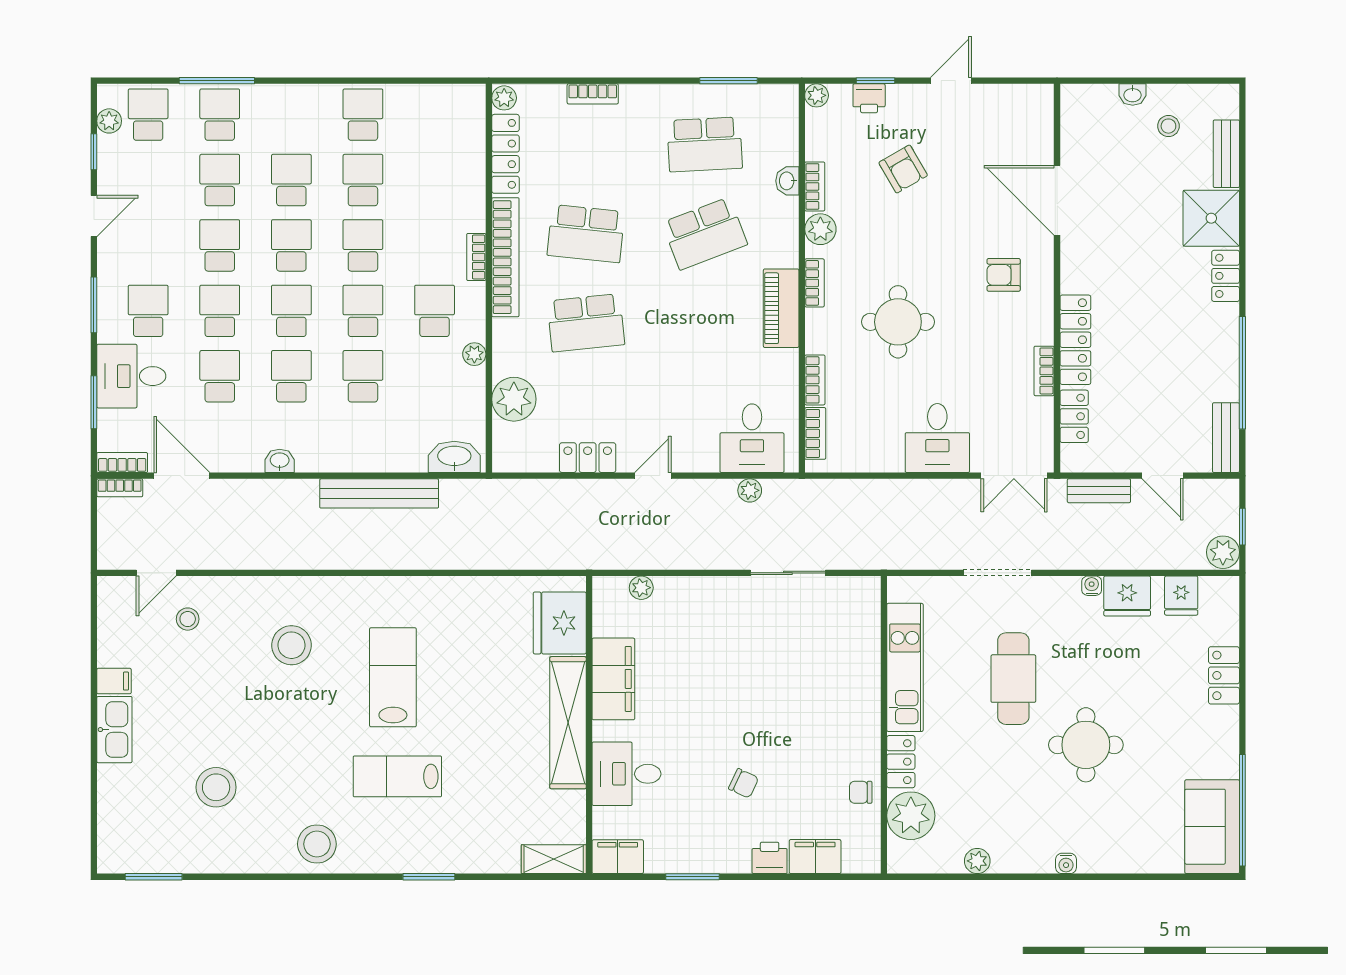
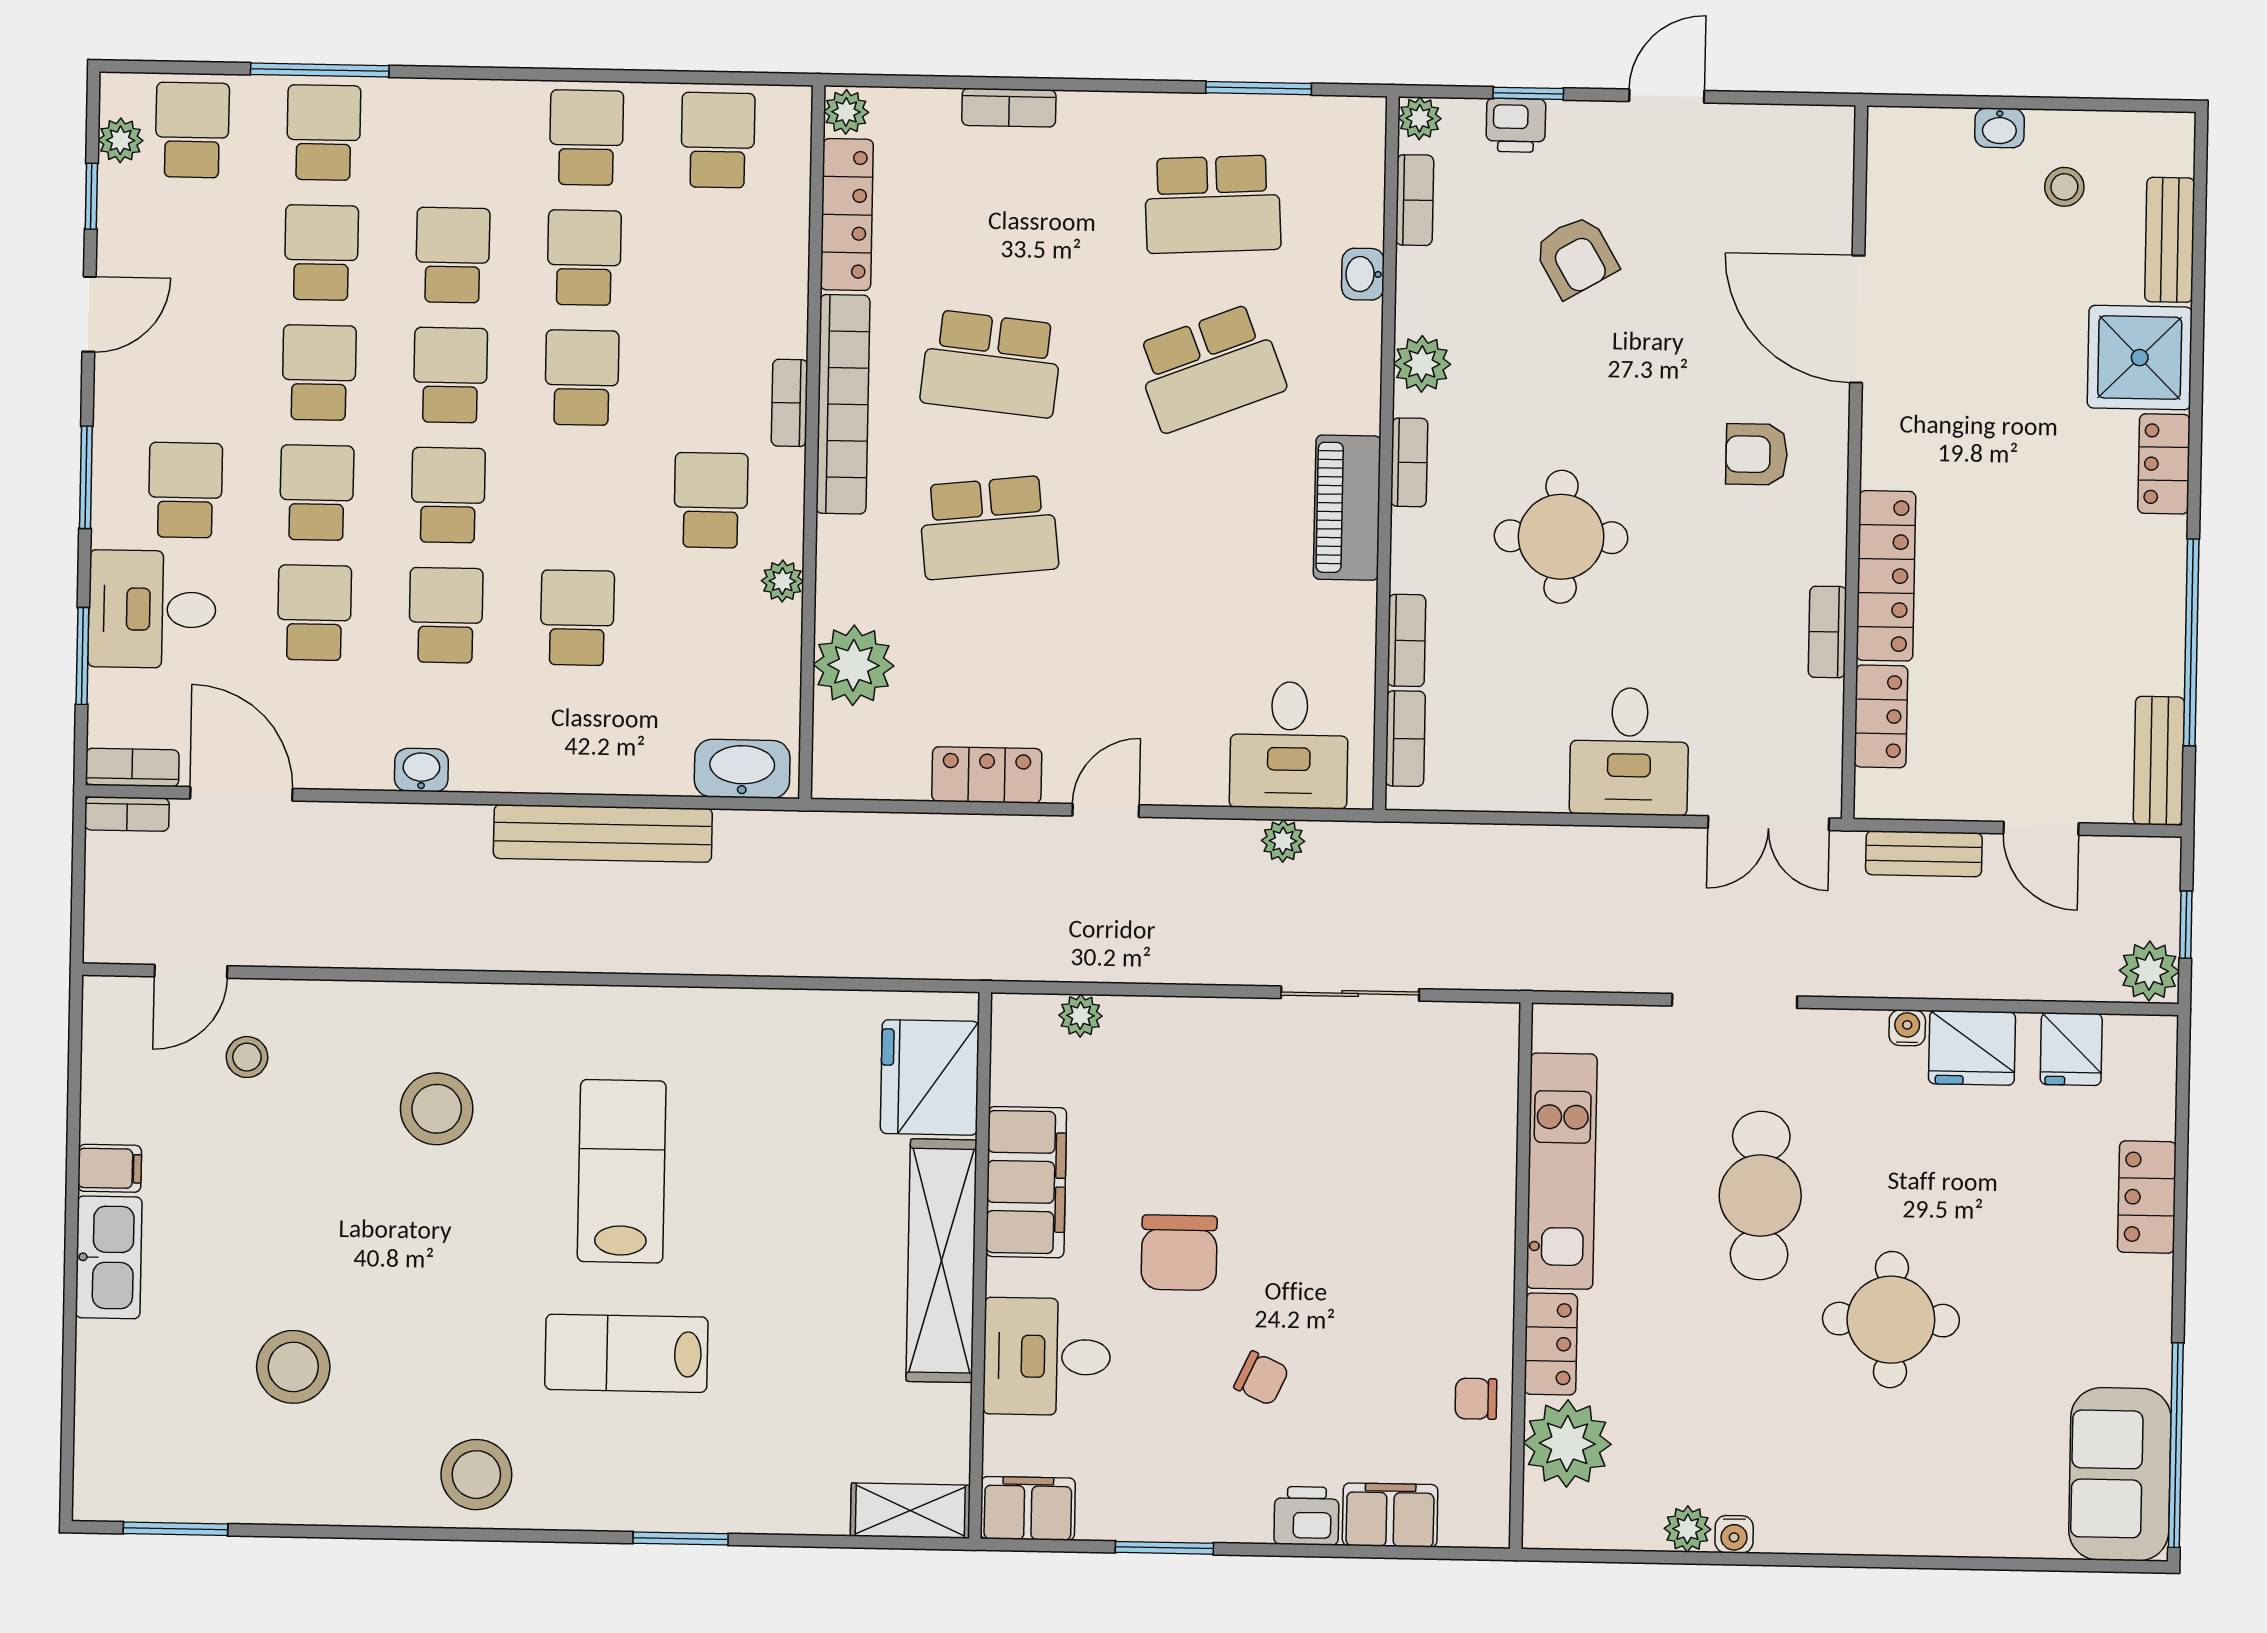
bookcase: (815, 186) -> (1415, 200), moved
school desk: (363, 311) -> (718, 140), moved
chair: (697, 716) -> (1179, 1253), added
water cooler: (1066, 863) -> (1734, 1534), moved

